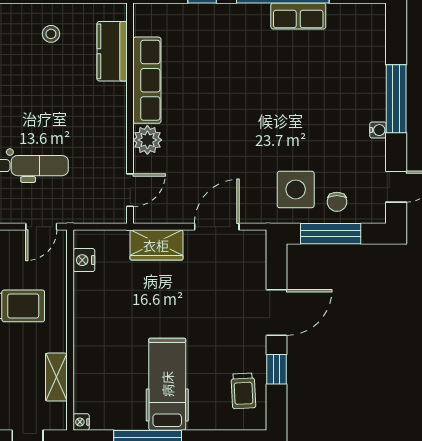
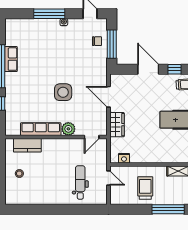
side table: (296, 189) -> (63, 92), moved
door: (130, 190) -> (92, 137), swing flipped

